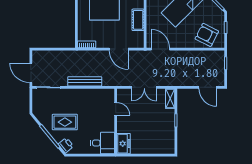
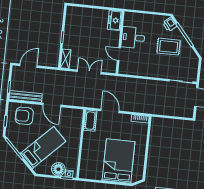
cot: (138, 20) -> (90, 121), moved
armchair: (207, 35) -> (24, 116), turned 153
door: (160, 49) -> (52, 105), moved
bench: (85, 81) -> (26, 96), moved
door: (208, 87) -> (29, 66), hinge flipped
desk: (103, 143) -> (133, 38), moved

